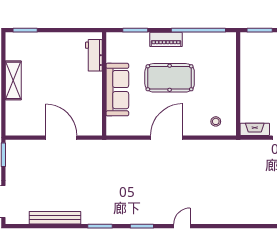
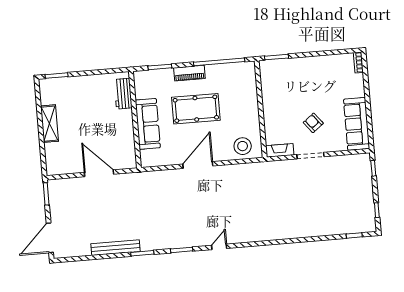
stool: (216, 121) -> (243, 146), width x1.89, depth x1.89
bench: (55, 218) -> (116, 248), moved

